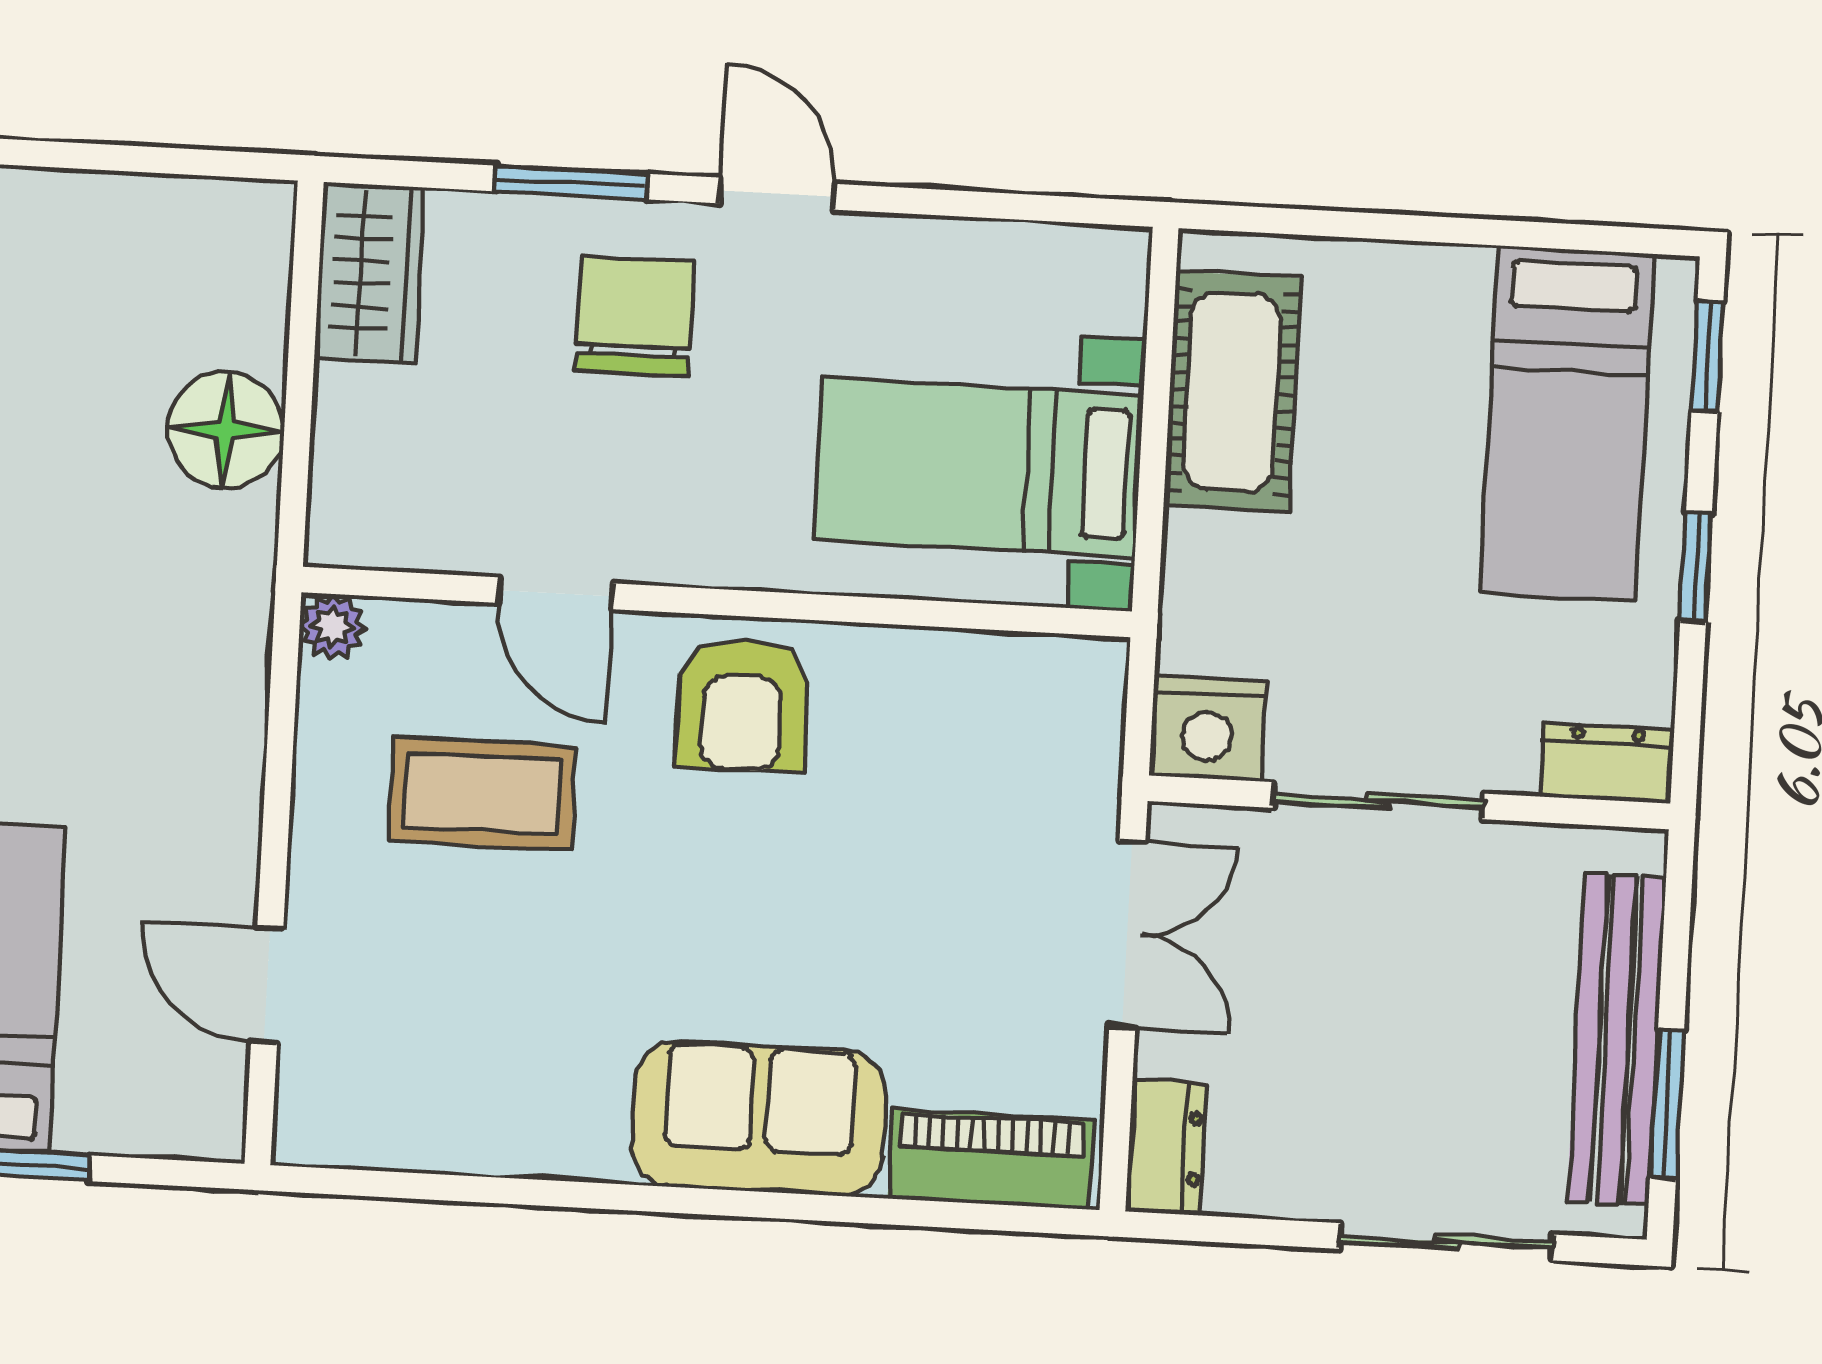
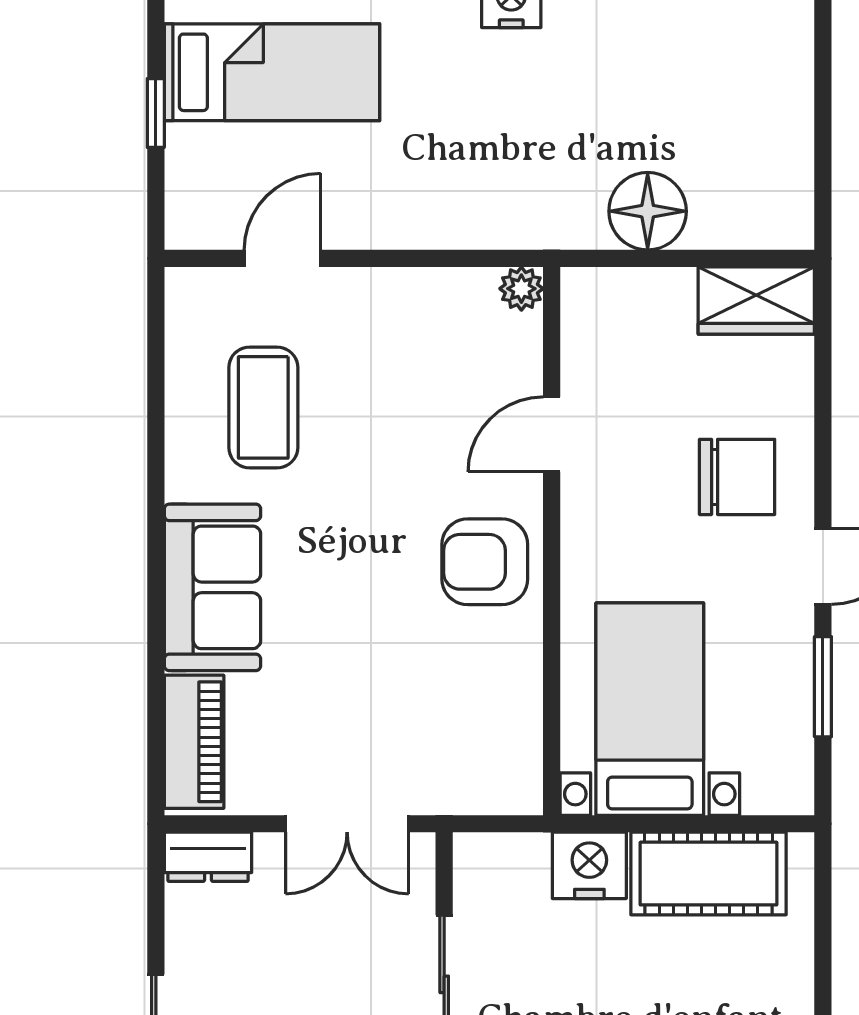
window: (571, 183) -> (823, 687), moved
nightstand: (1207, 728) -> (589, 865), moved, turned 90
coffee table: (482, 793) -> (263, 407), moved

